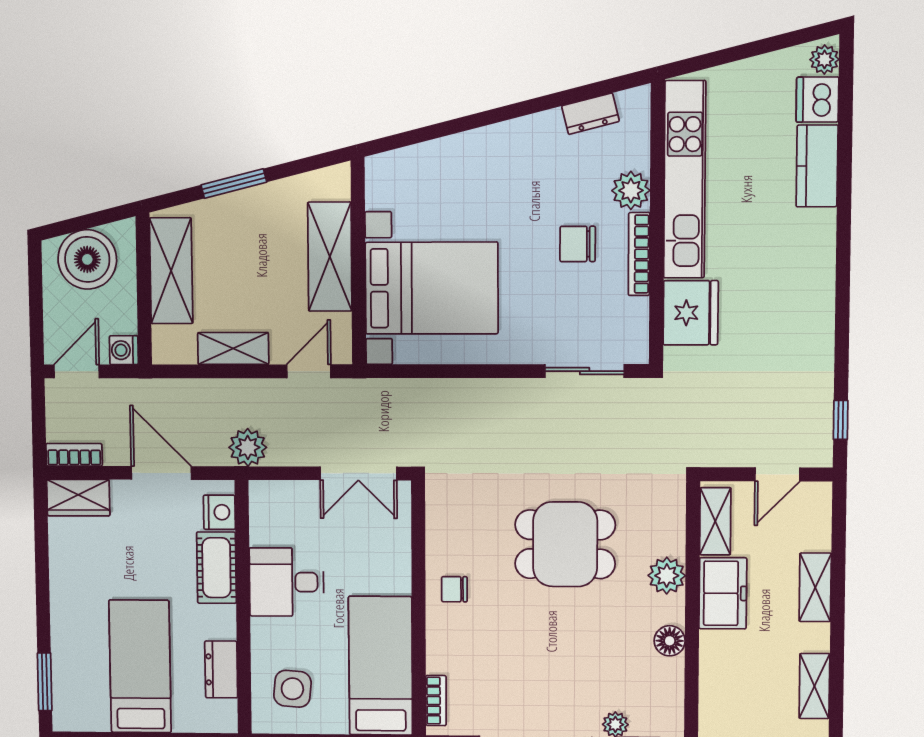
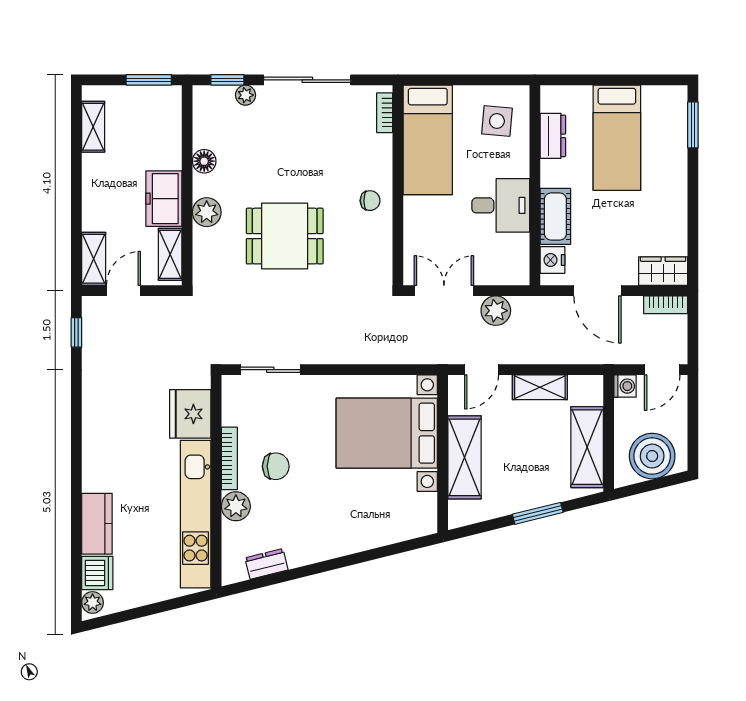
plant: (248, 447) -> (496, 311), moved
shelving: (815, 587) -> (94, 259), moved

